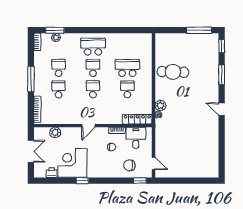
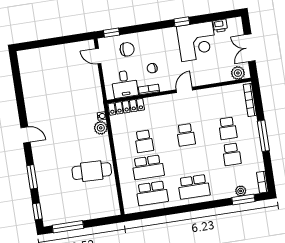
school desk: (93, 68) -> (152, 193), moved, width x1.85
plant: (55, 132) -> (238, 73), moved

